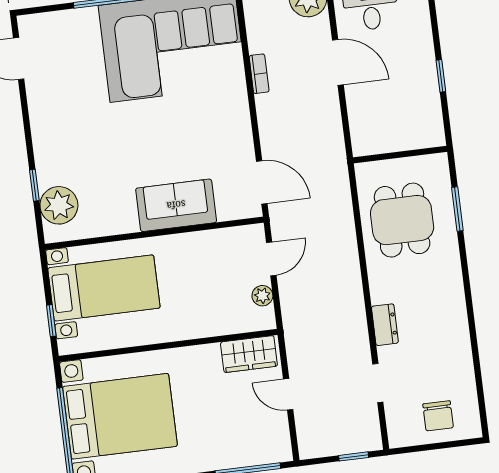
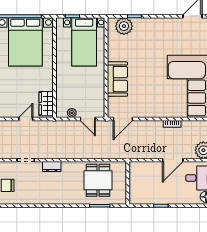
dining table: (402, 220) -> (98, 180), turned 90

